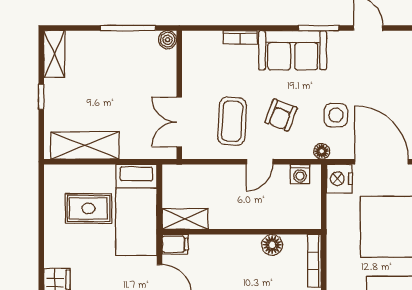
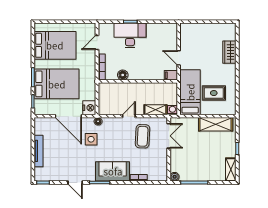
armchair: (281, 115) -> (118, 139), removed
washing machine: (300, 174) -> (172, 110), moved
shelving: (185, 219) -> (155, 110), moved

